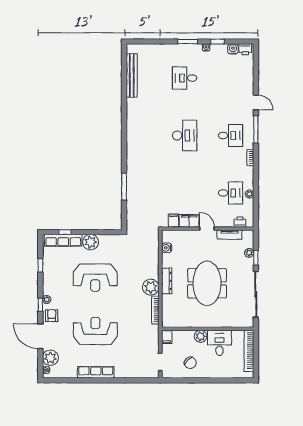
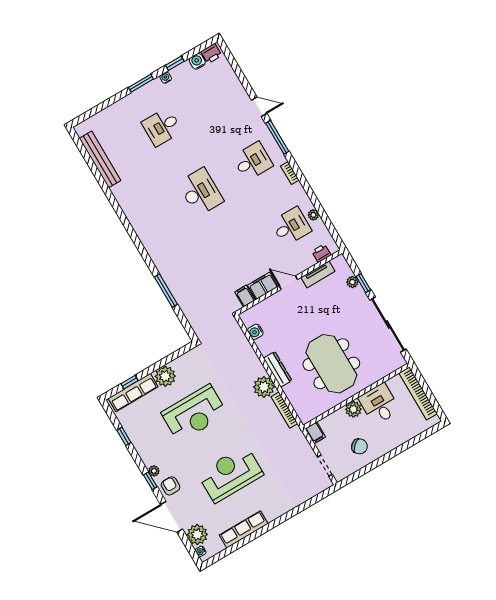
meeting table: (207, 283) -> (331, 364), moved
row of seats: (96, 372) -> (244, 529), moved

